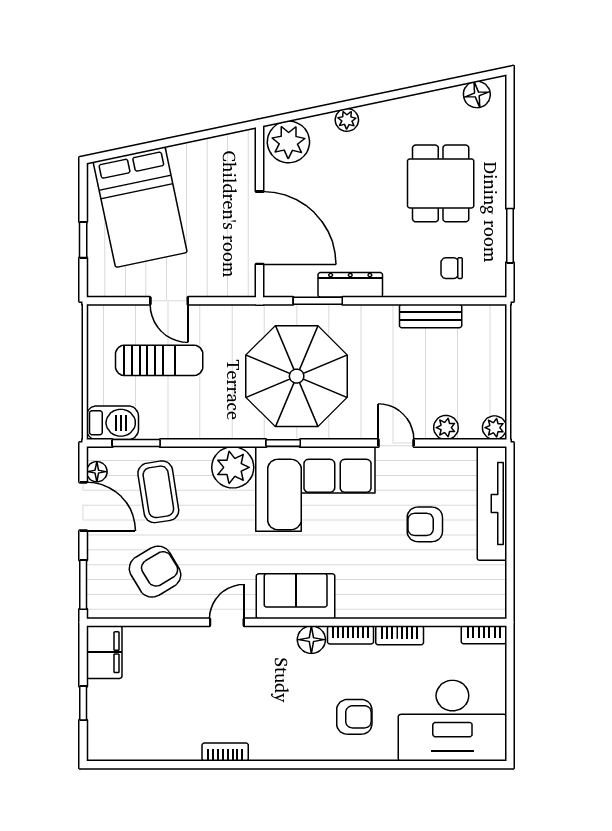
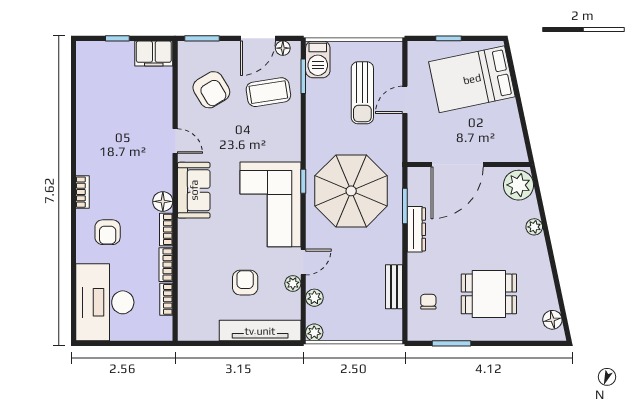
plant: (233, 467) -> (293, 283), moved, width x0.53, depth x0.53
bookcase: (484, 635) -> (166, 299), moved
bookcase: (225, 752) -> (82, 192), moved

